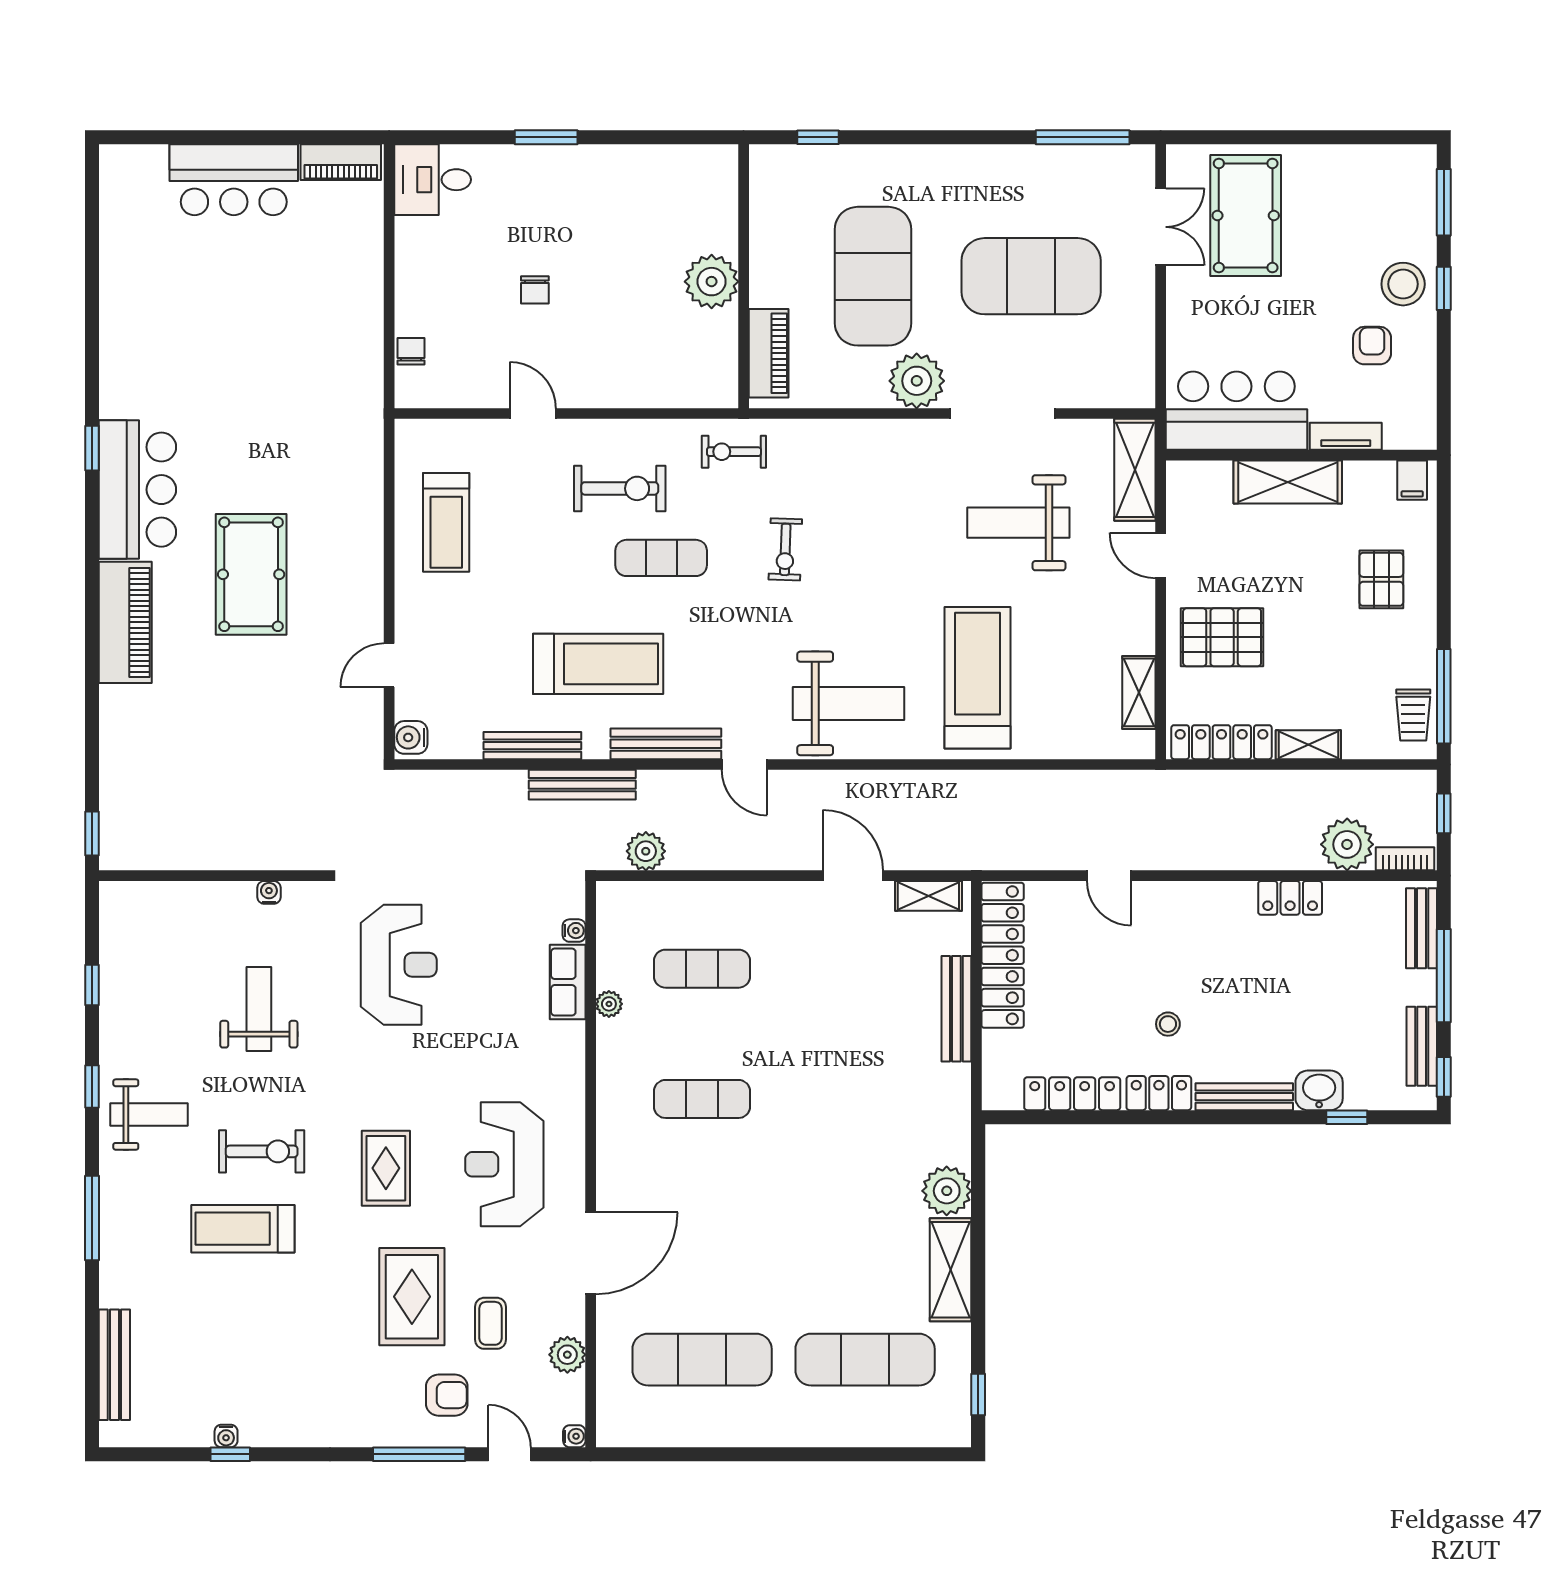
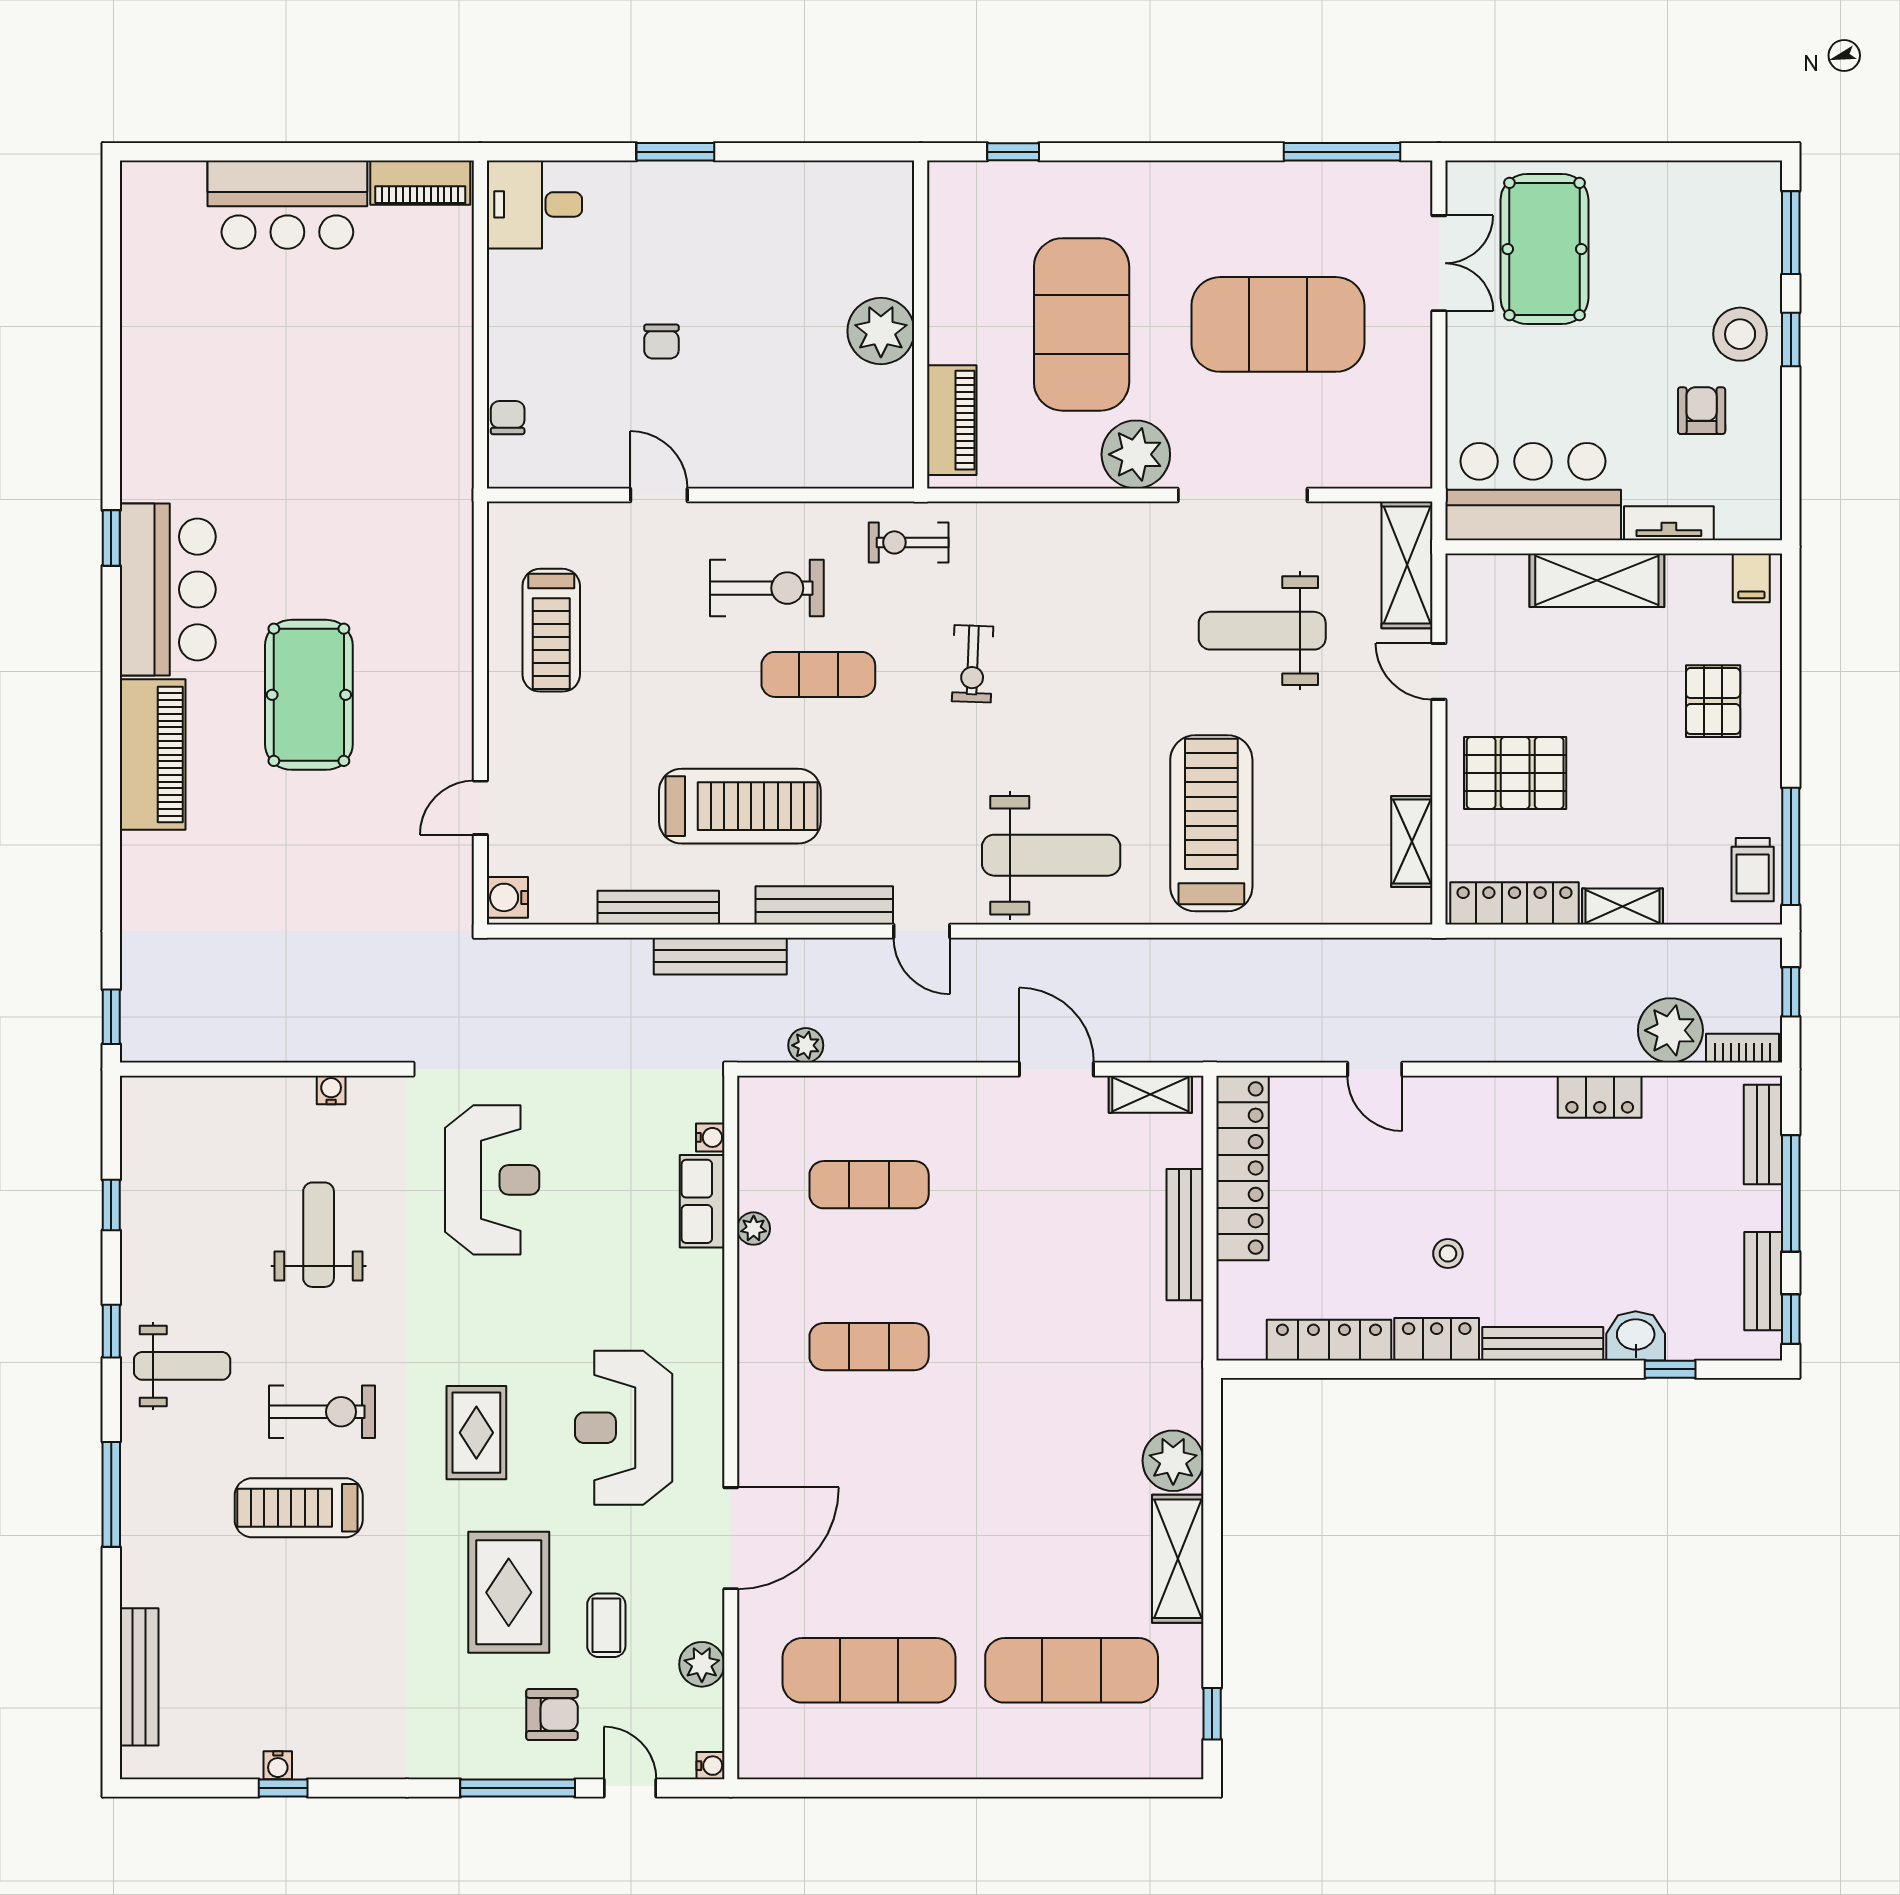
plant: (646, 851) -> (806, 1045), width x0.73, depth x0.73

